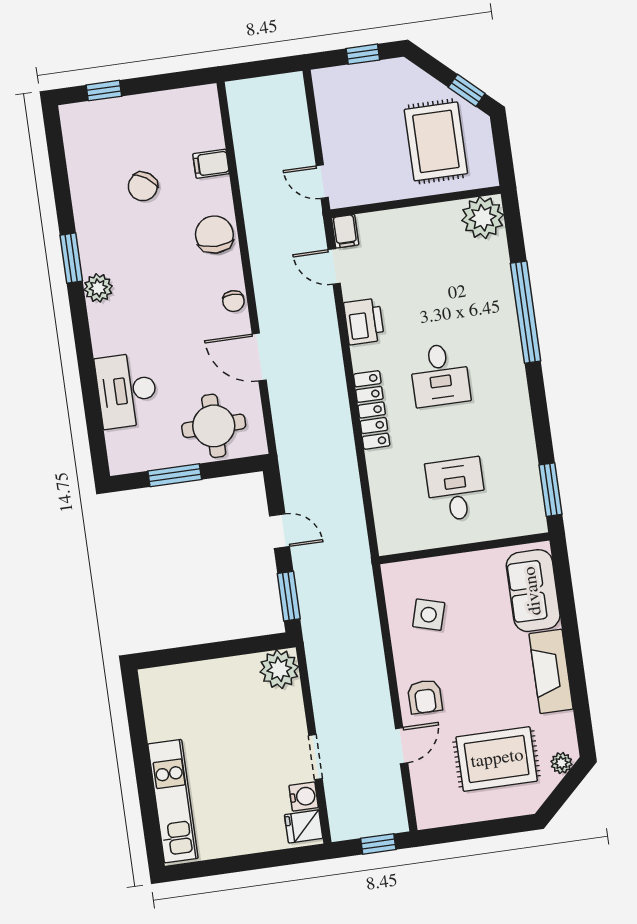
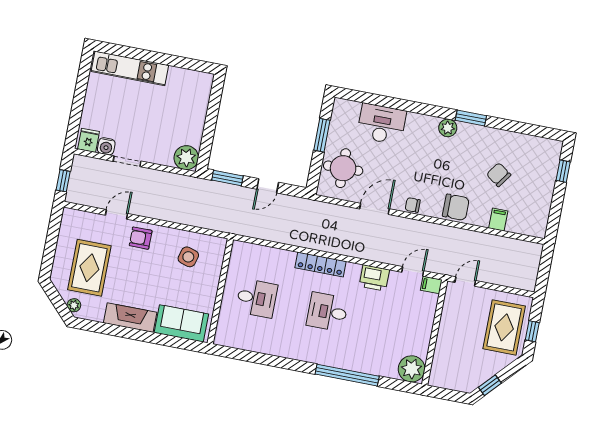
rug: (436, 141) -> (504, 327), moved, turned 90
window: (551, 490) -> (237, 354), removed
door: (402, 746) -> (116, 214), swing flipped

